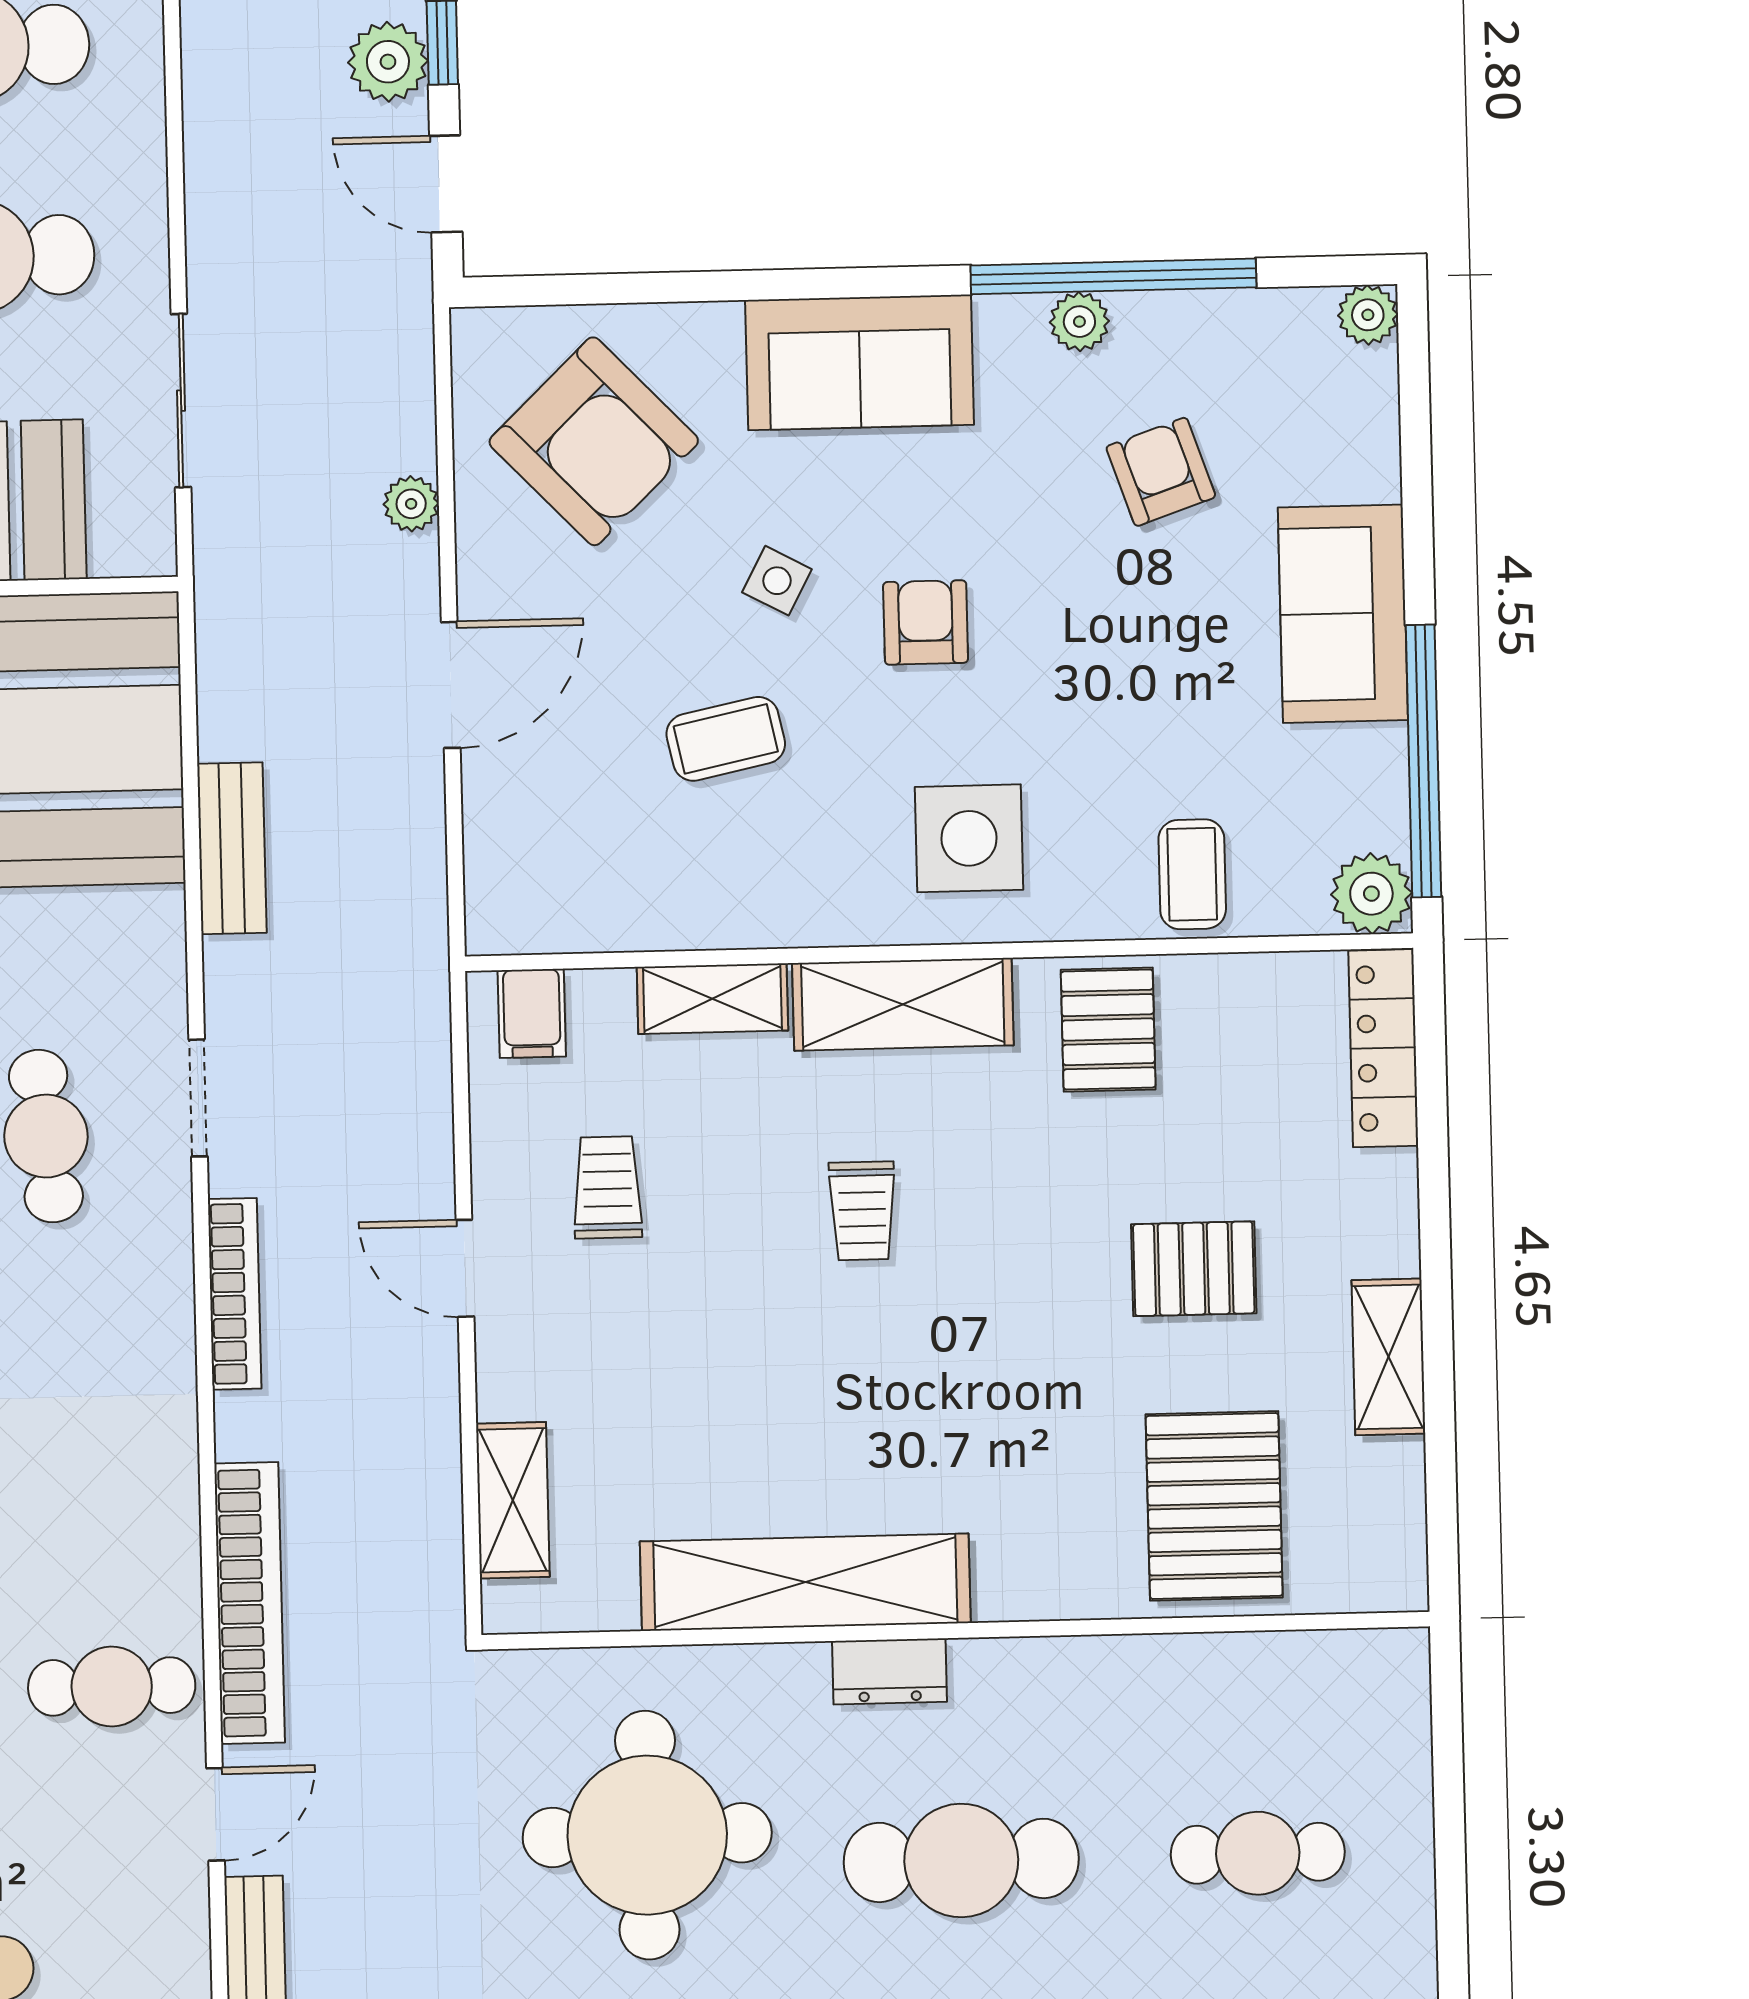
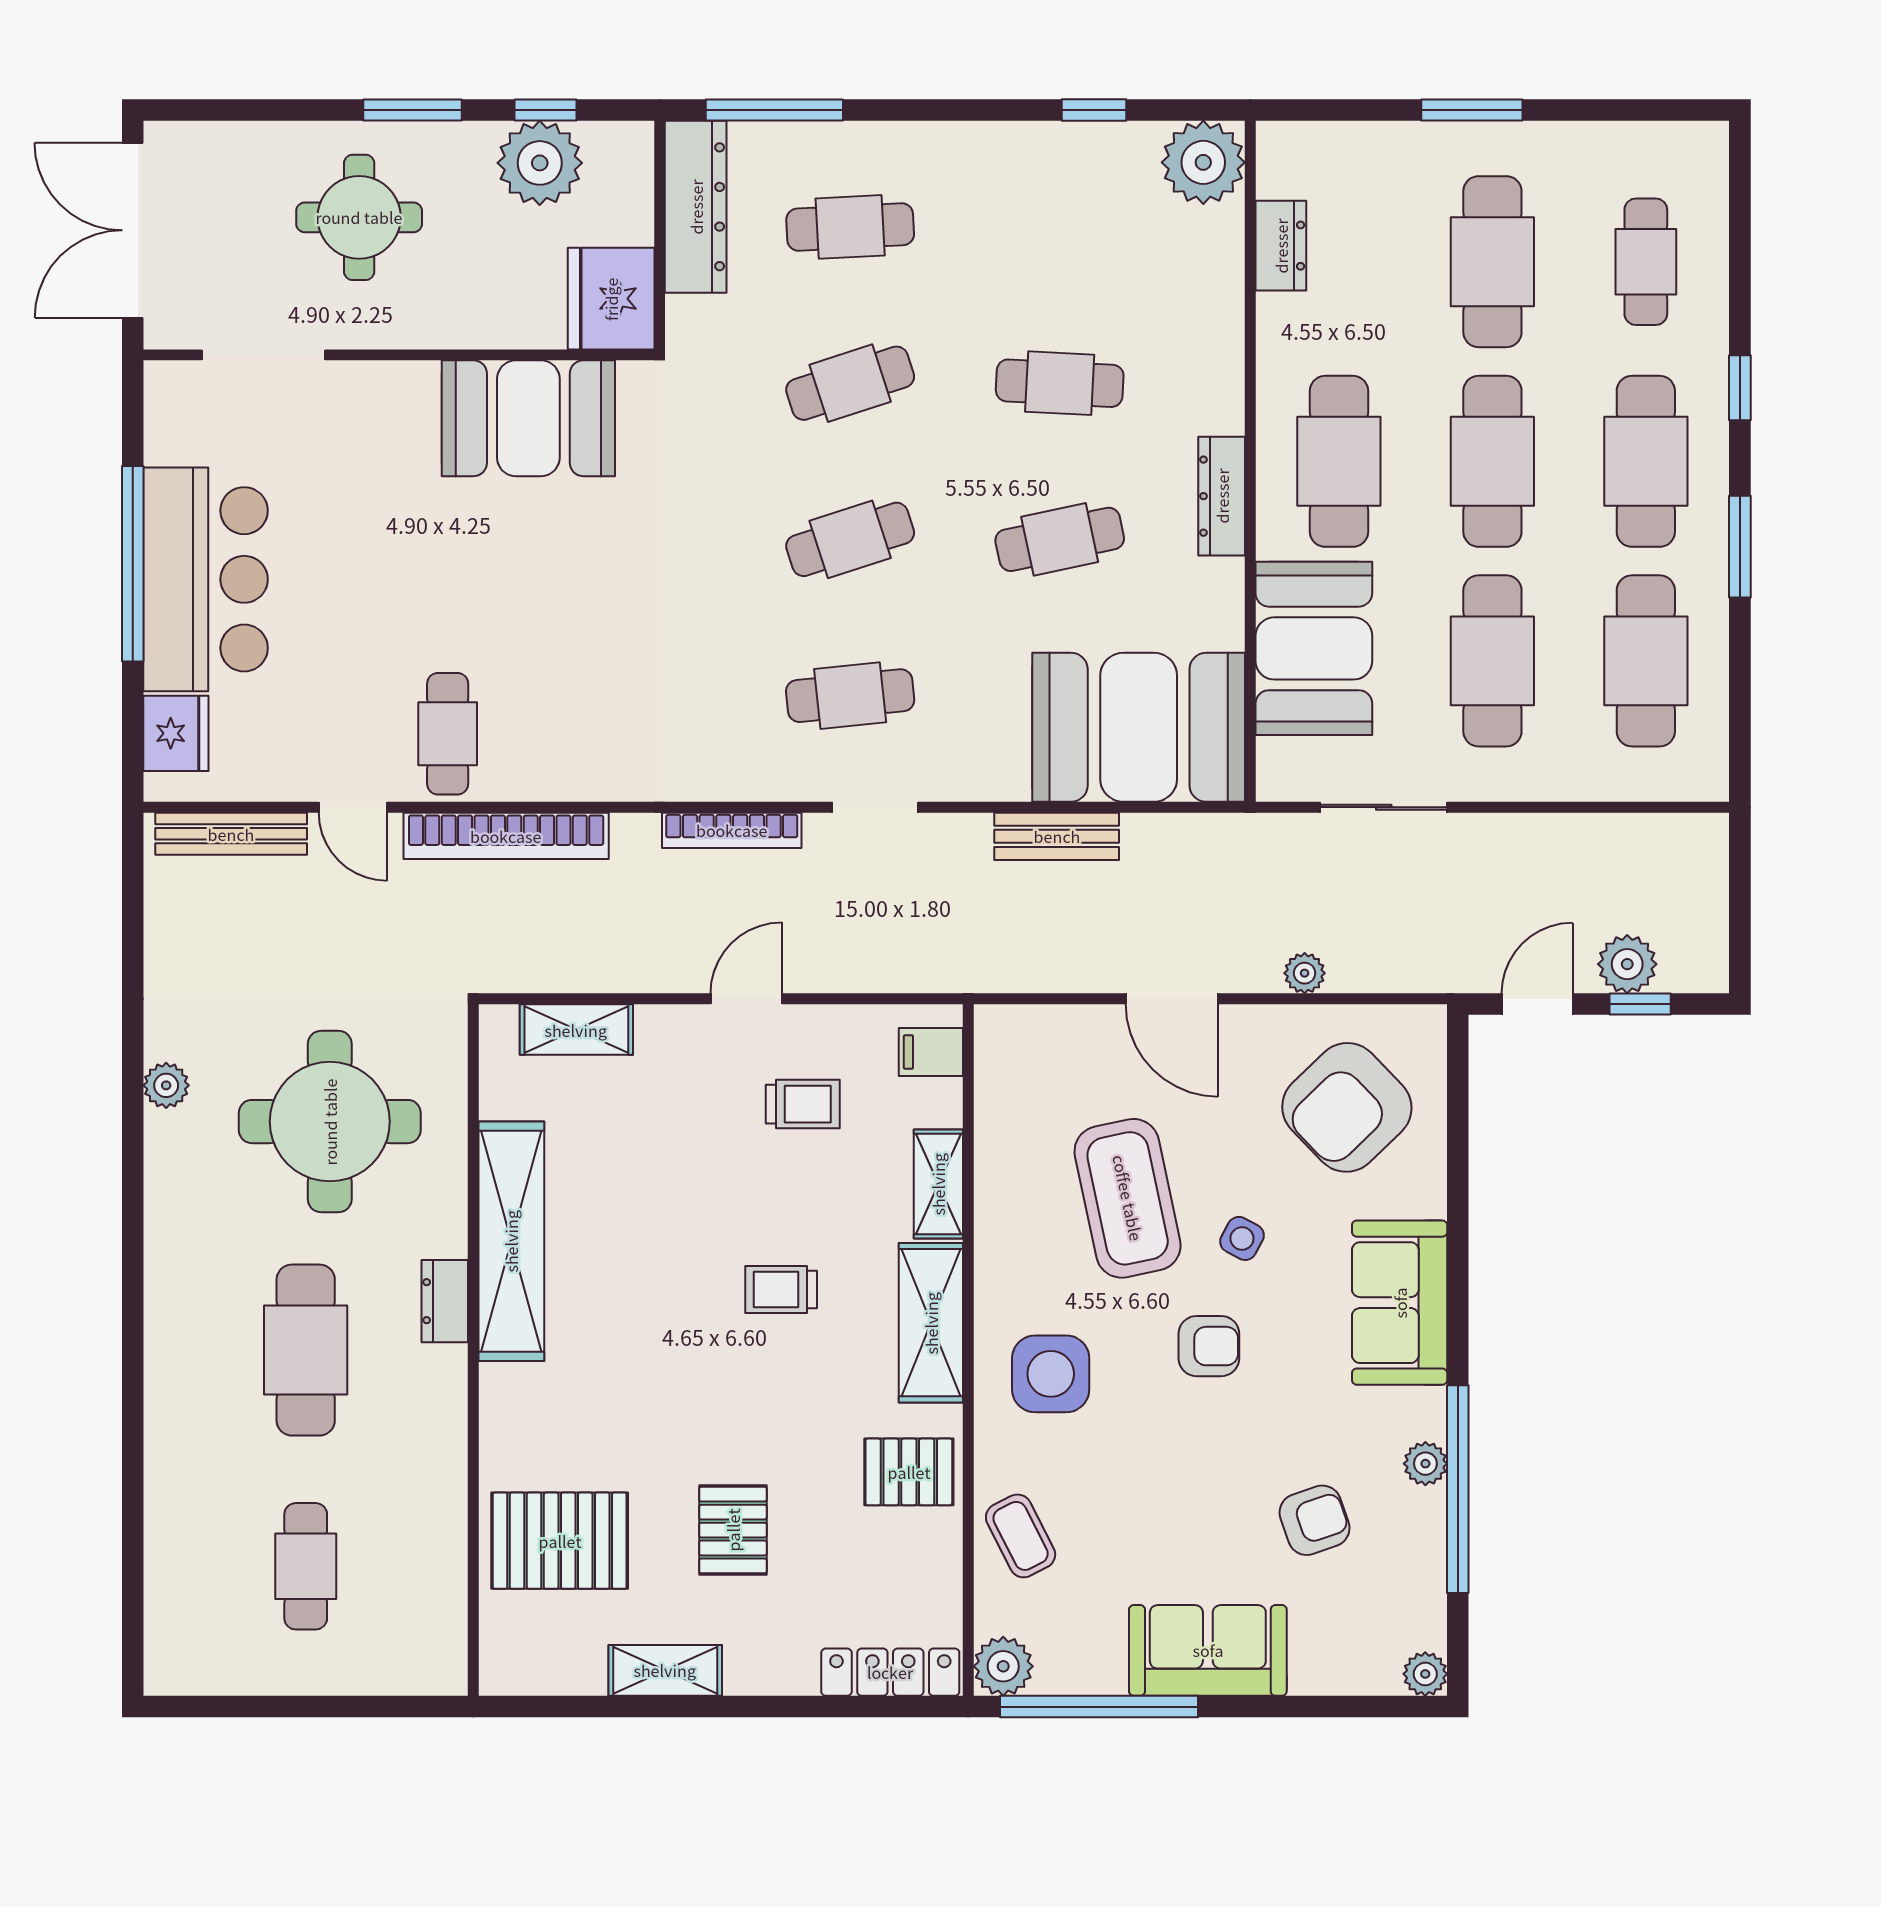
coffee table: (726, 739) -> (1128, 1198), width x1.86, depth x1.72
coffee table: (1192, 874) -> (1021, 1536), turned 63

